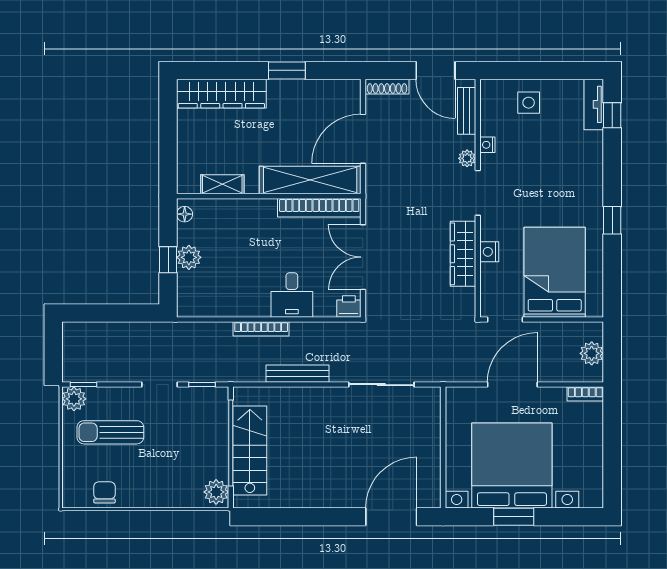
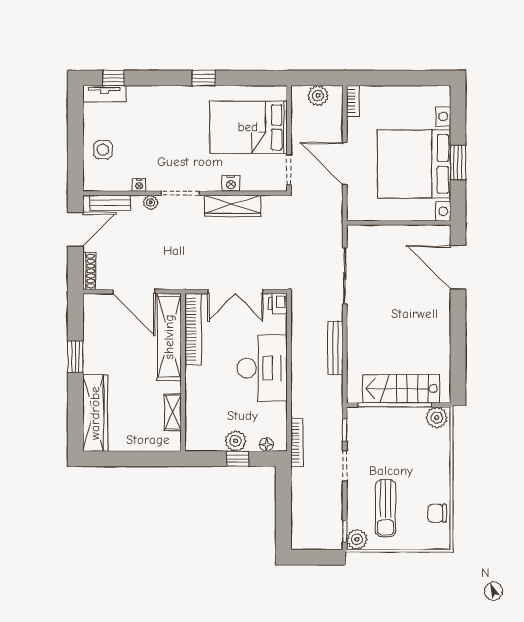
floor lamp: (185, 214) -> (266, 445), moved
desk: (292, 295) -> (262, 368), width x1.87, depth x1.30
bookcase: (261, 329) -> (297, 442), moved

